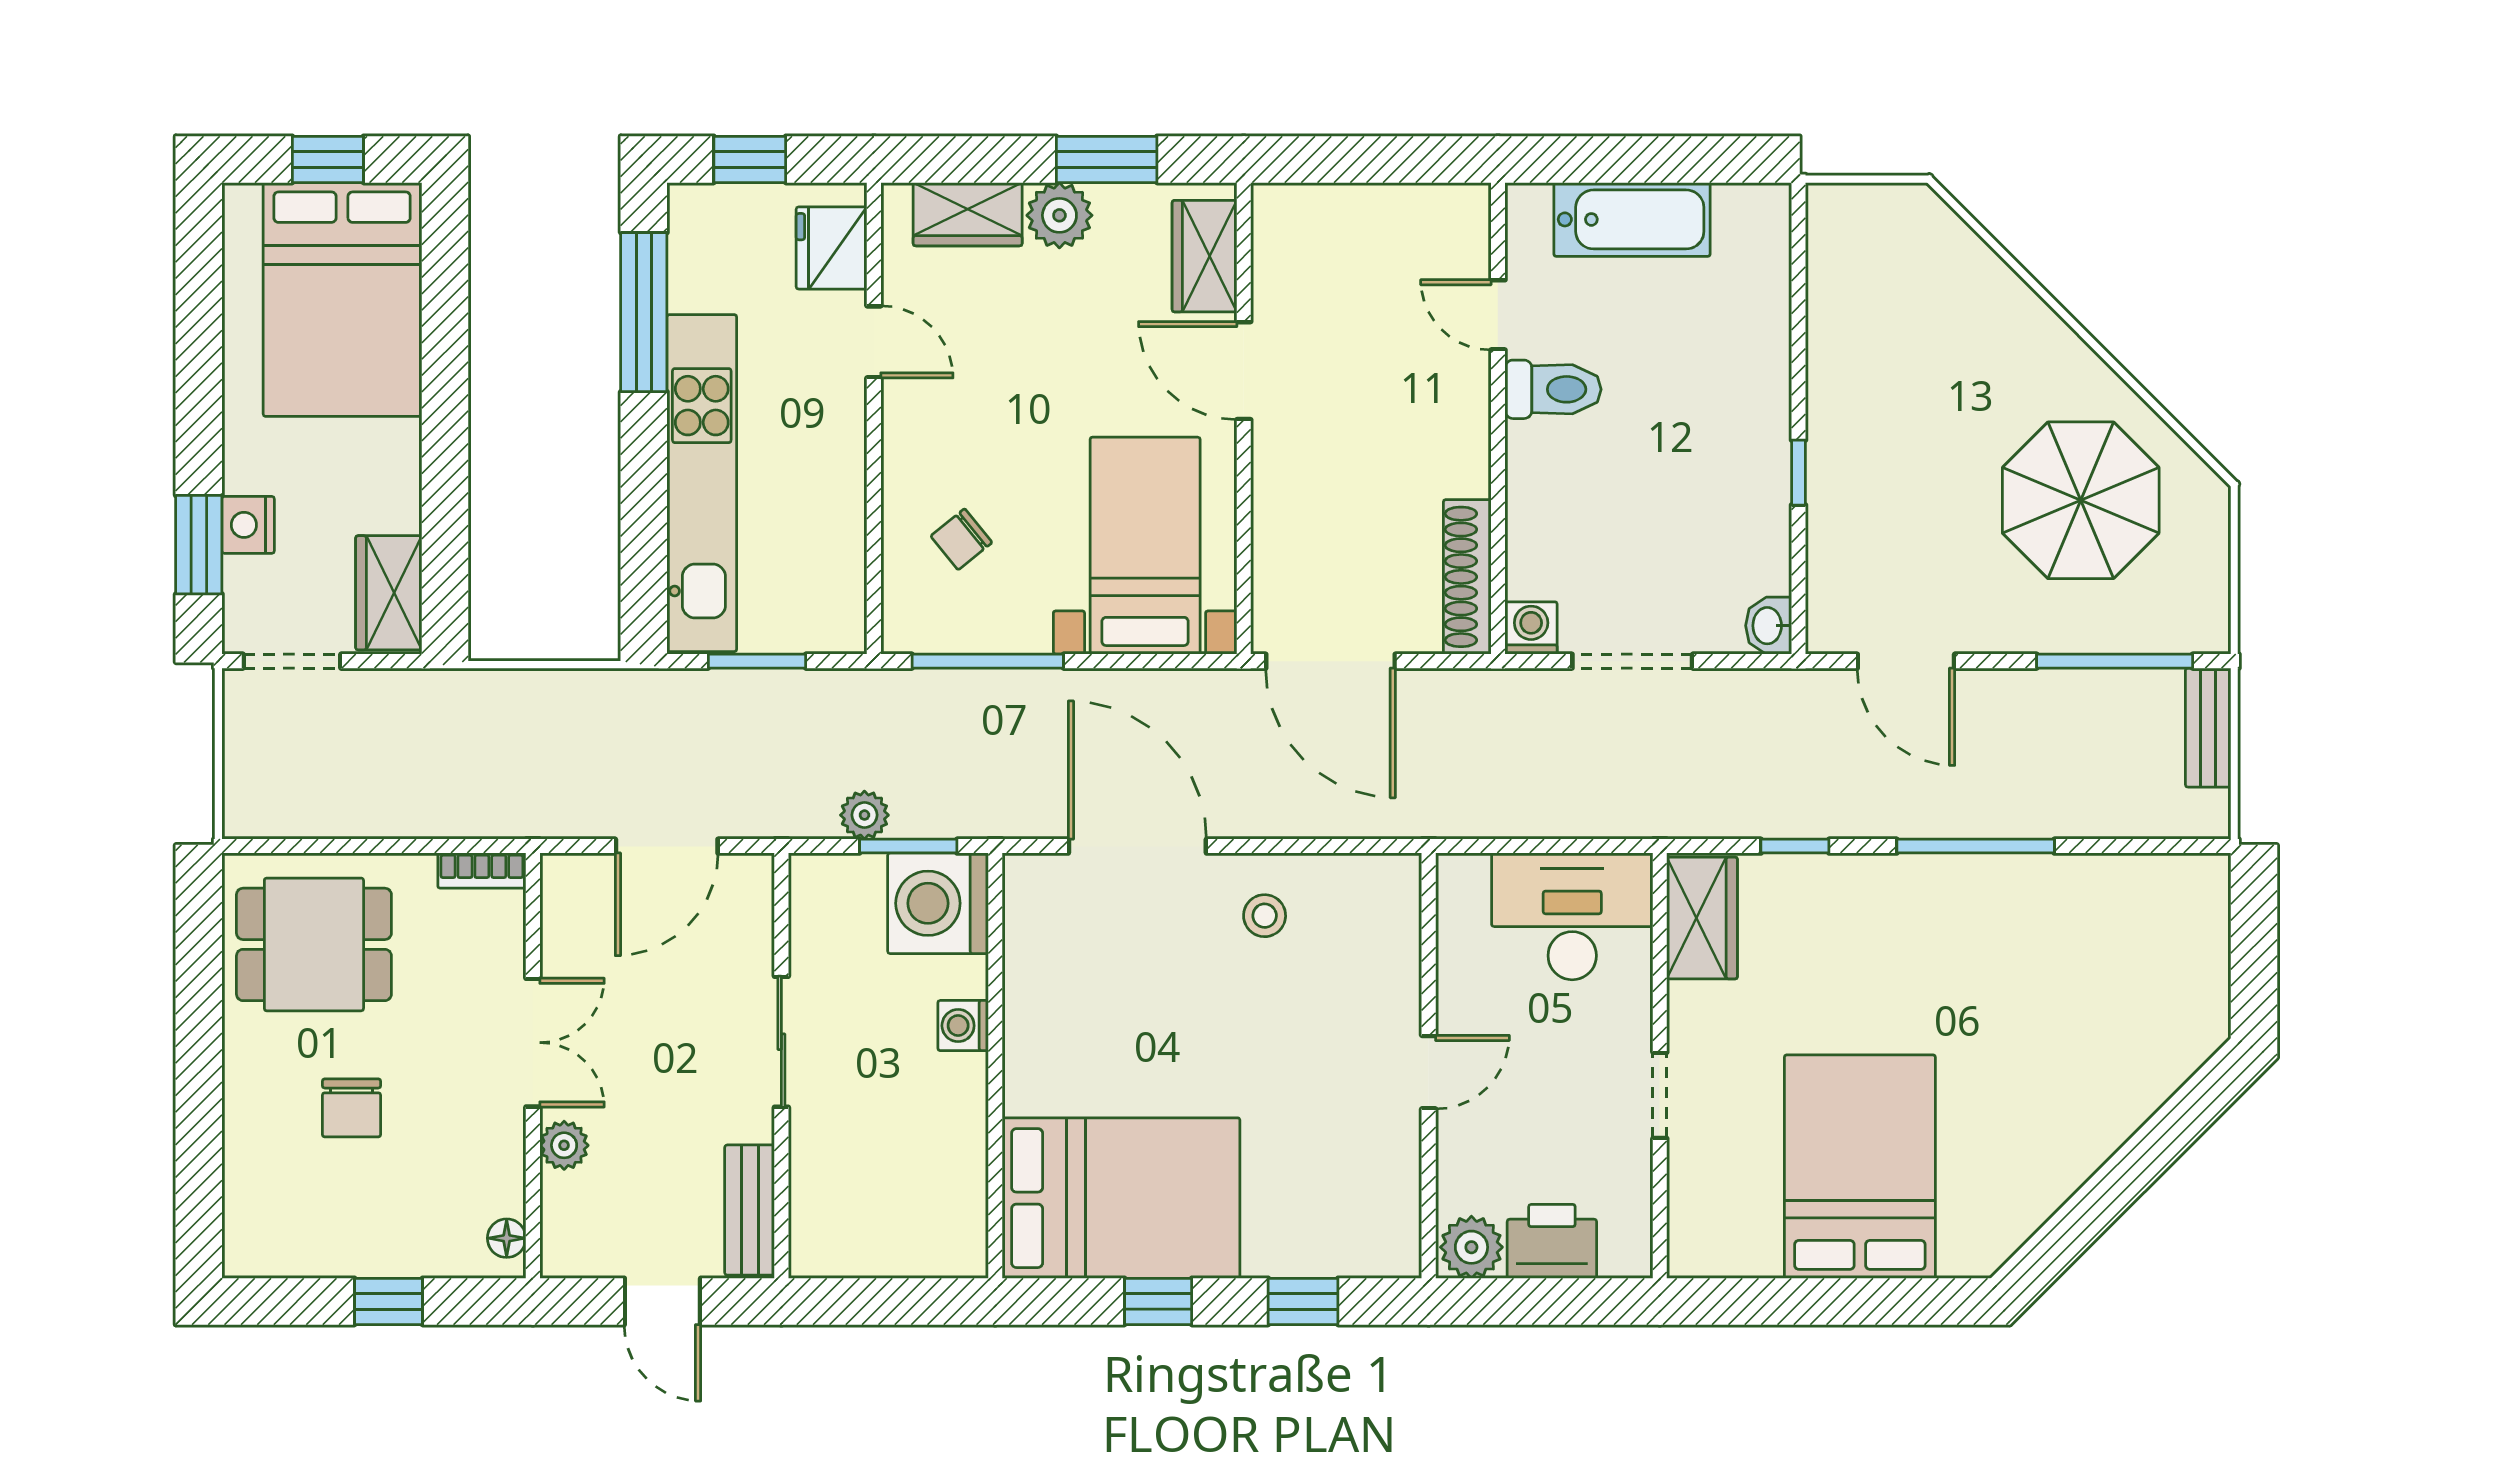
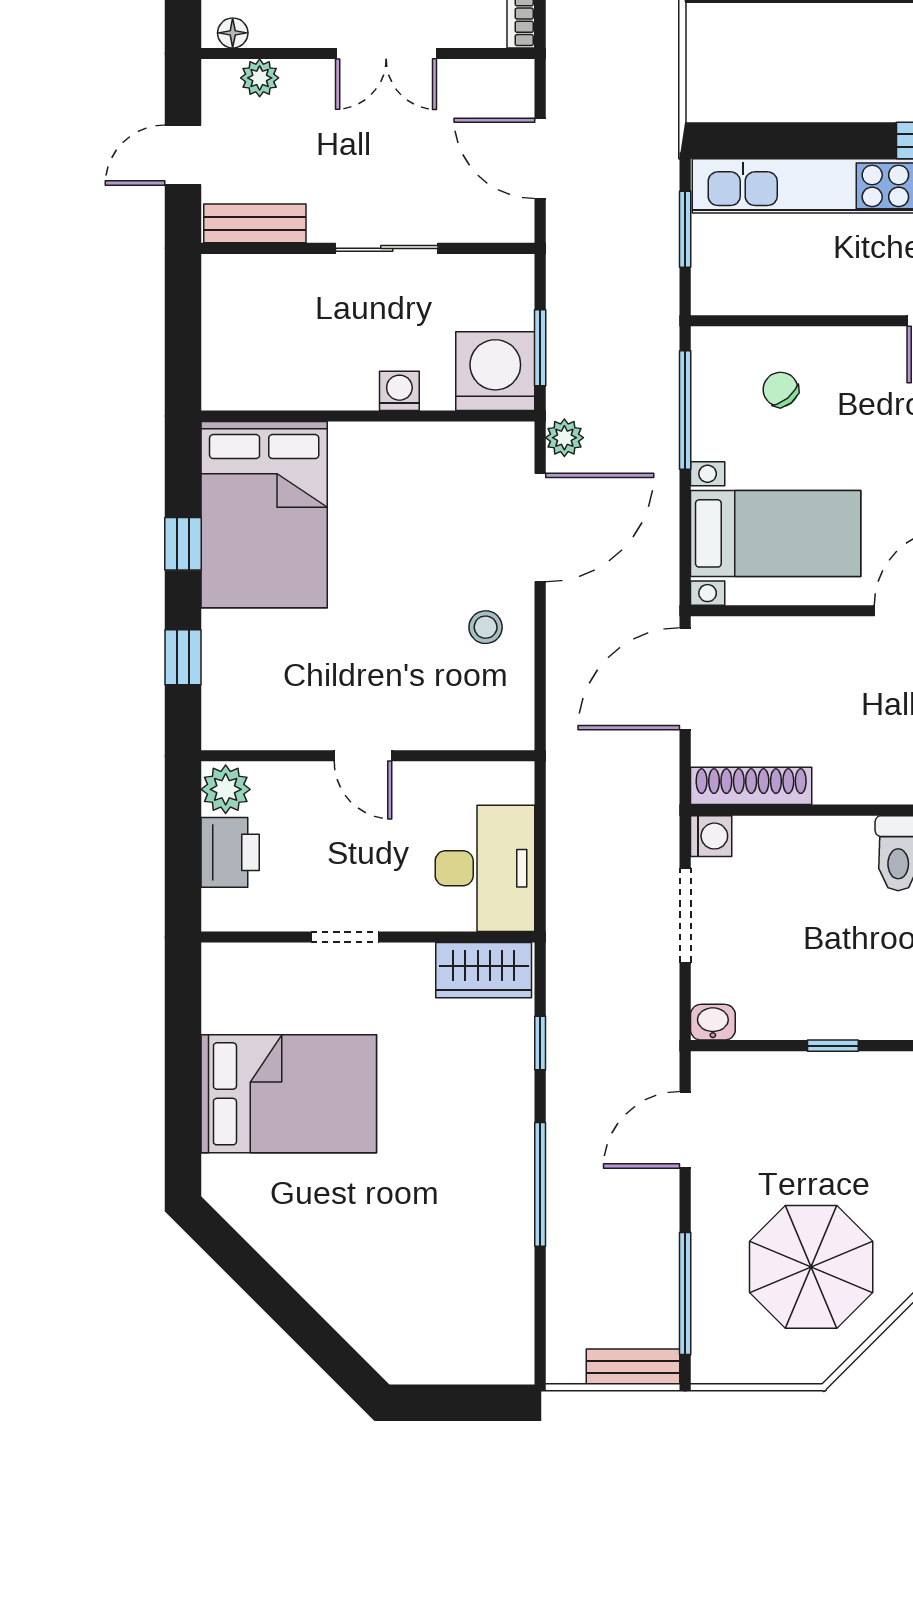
plant: (864, 815) -> (564, 438), moved
plant: (564, 1145) -> (260, 78), moved

